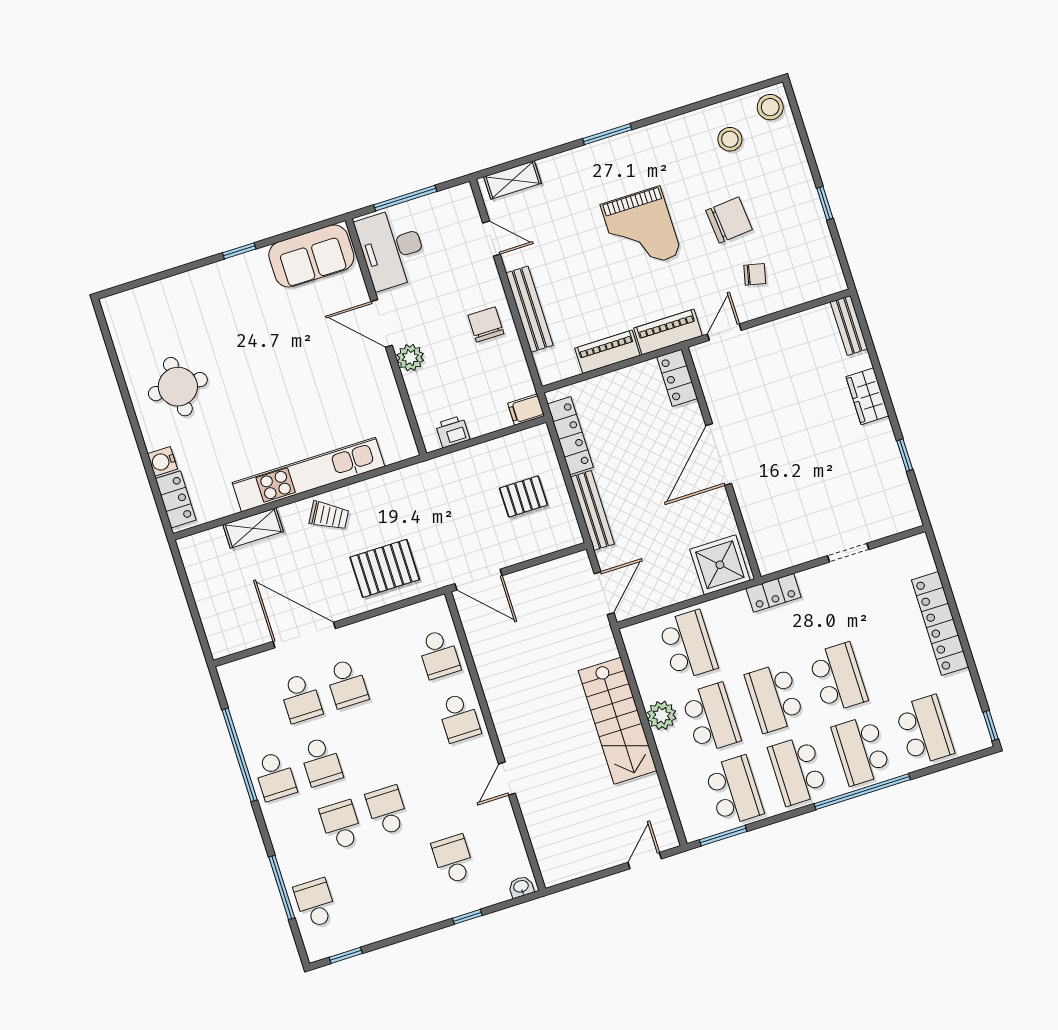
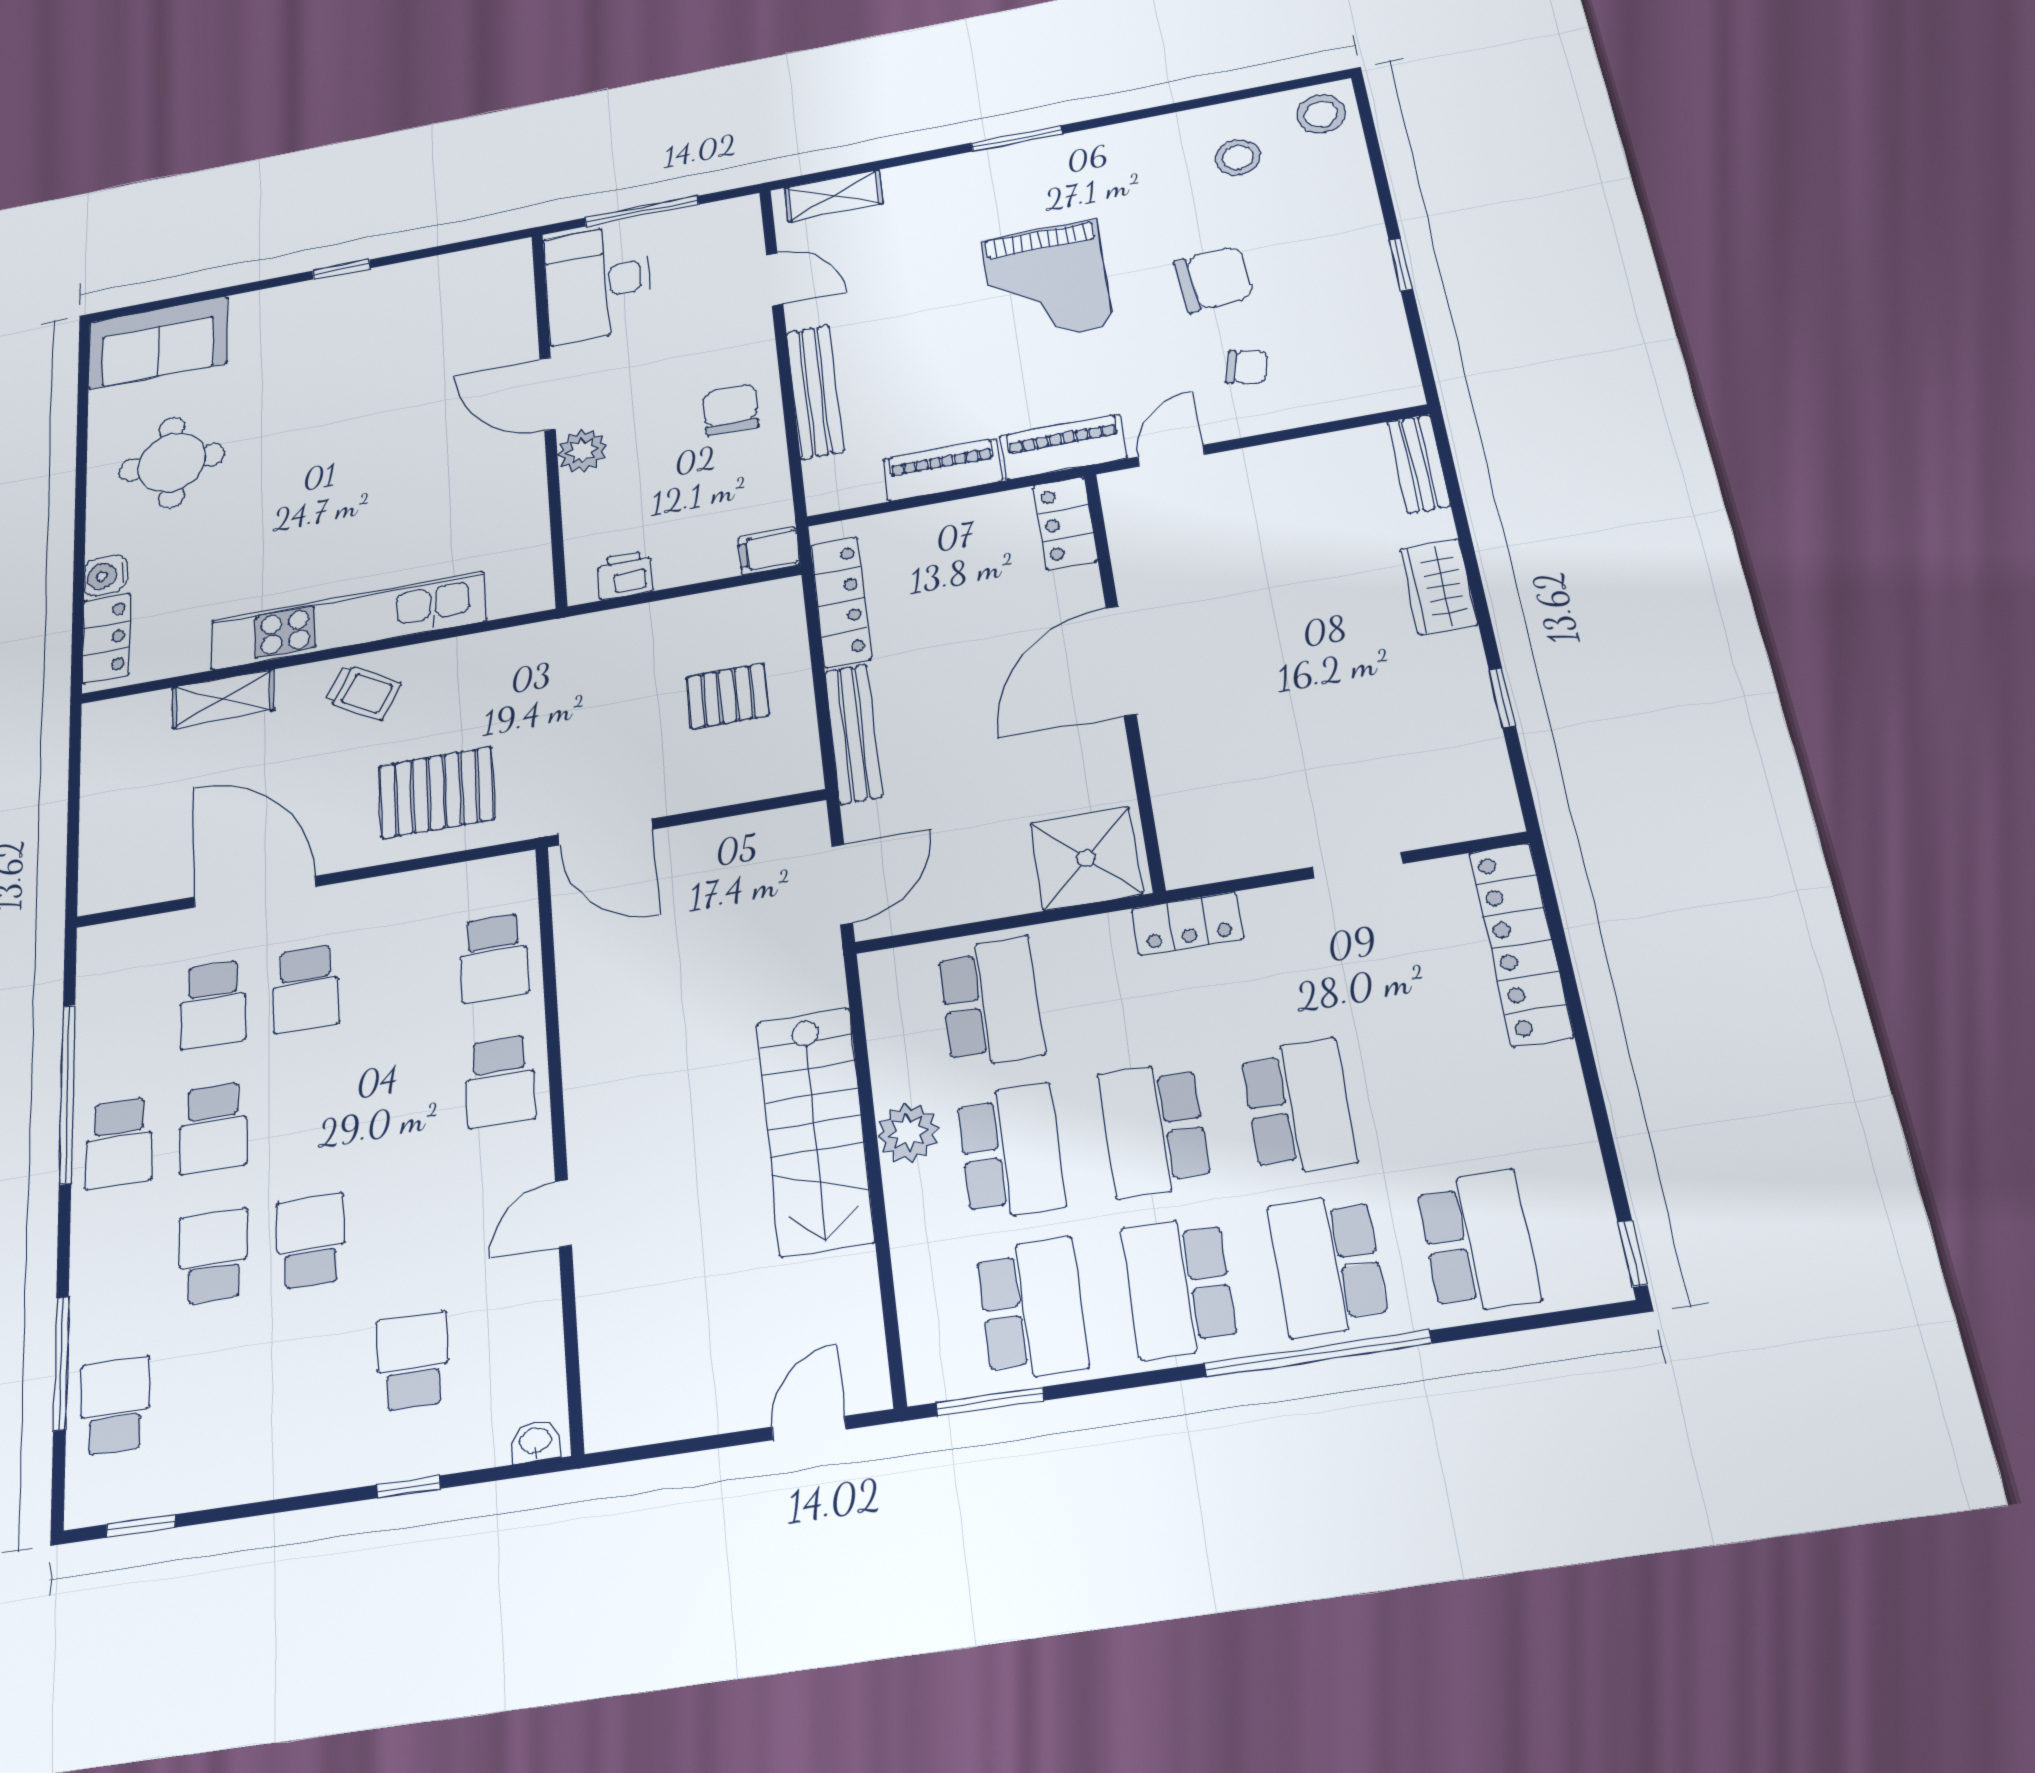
sofa: (311, 256) -> (158, 343), moved
locker: (940, 624) -> (1521, 944), moved

